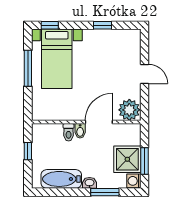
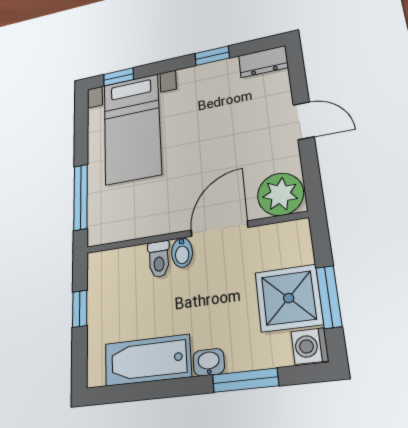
dresser: (129, 36) -> (263, 62), added
window: (28, 68) -> (81, 197), moved

